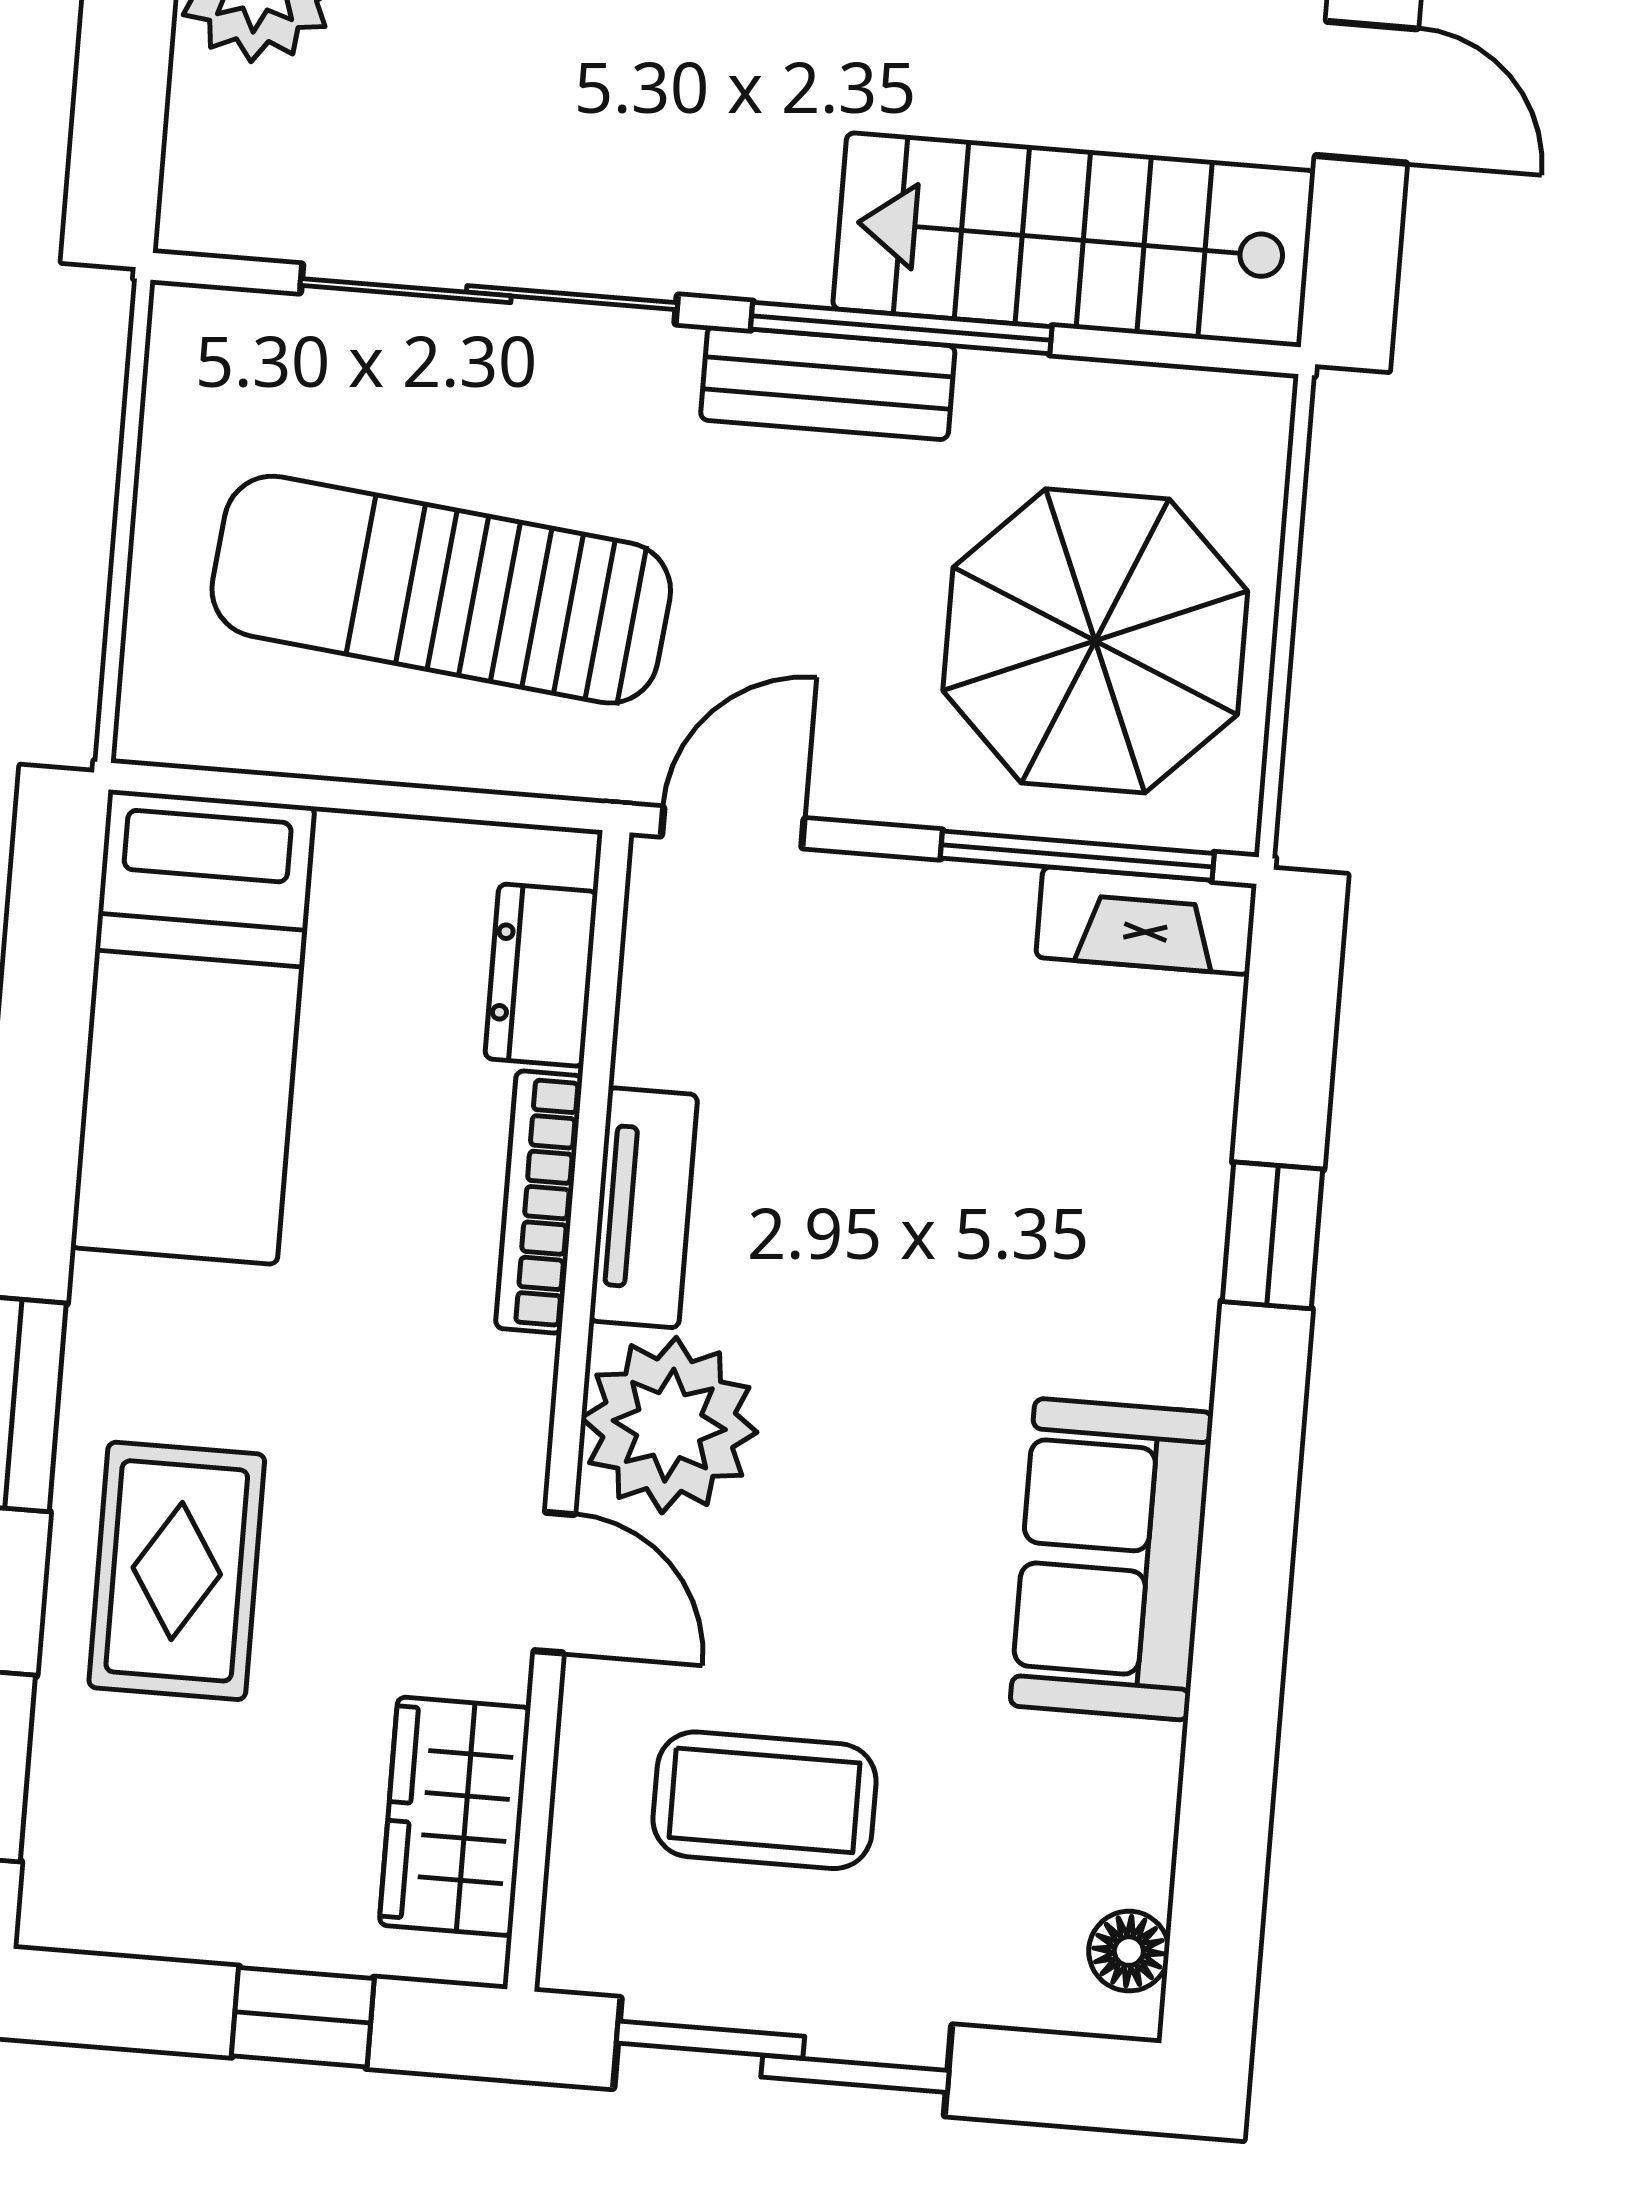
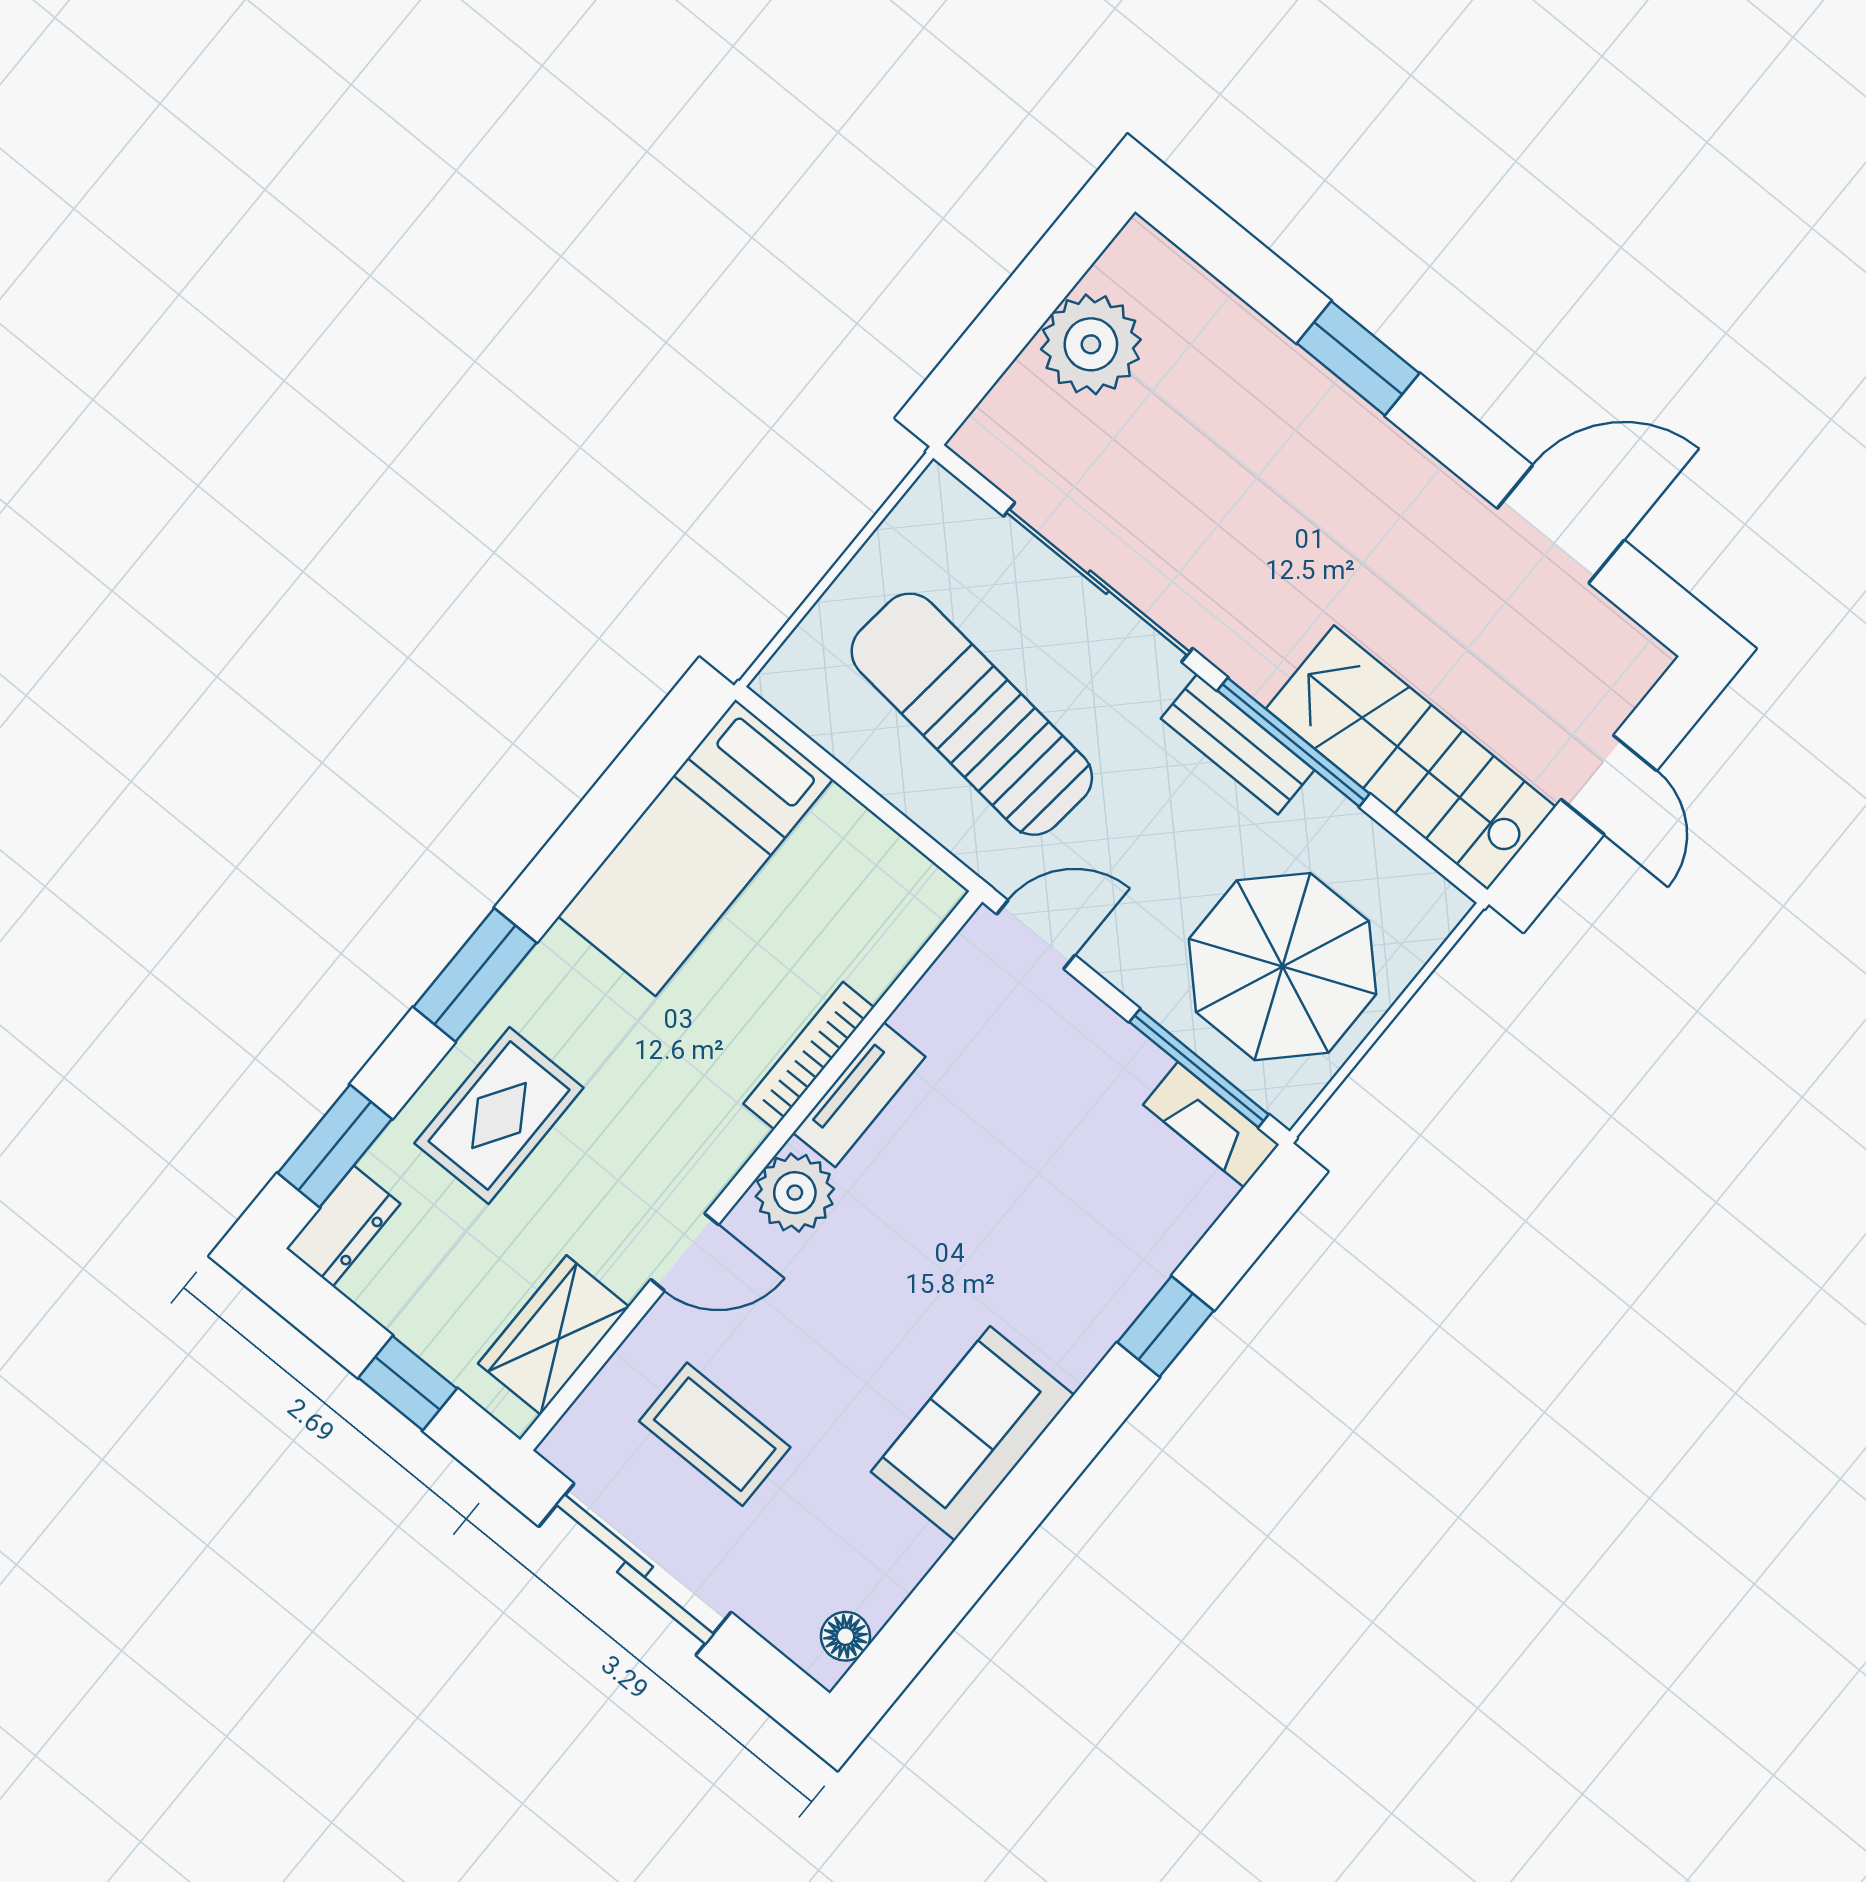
dresser: (541, 975) -> (343, 1226), moved, turned 180
plant: (669, 1425) -> (795, 1193), width x0.73, depth x0.73
door: (554, 1583) -> (685, 1252), hinge flipped

